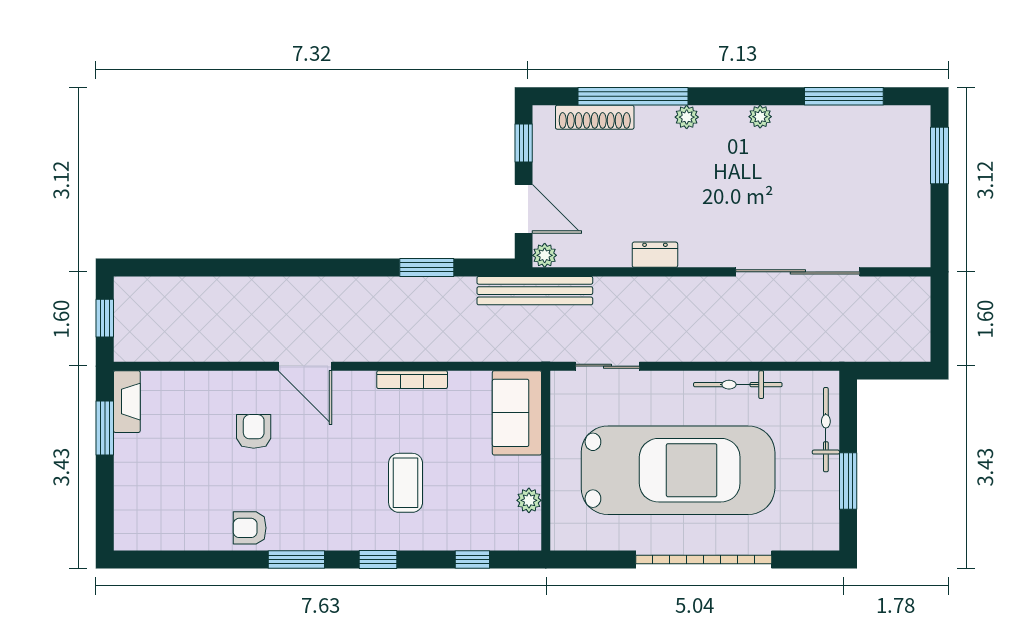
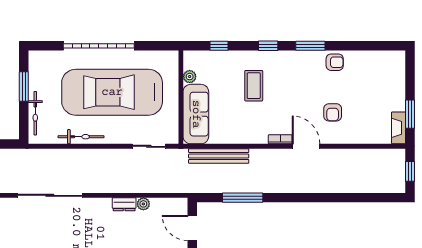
plant: (545, 255) -> (143, 204), moved
window: (427, 267) -> (243, 198), width x1.44
bench: (535, 291) -> (219, 156), moved
bookcase: (412, 380) -> (280, 139), moved, width x0.64
sofa: (517, 413) -> (196, 114), width x1.36

